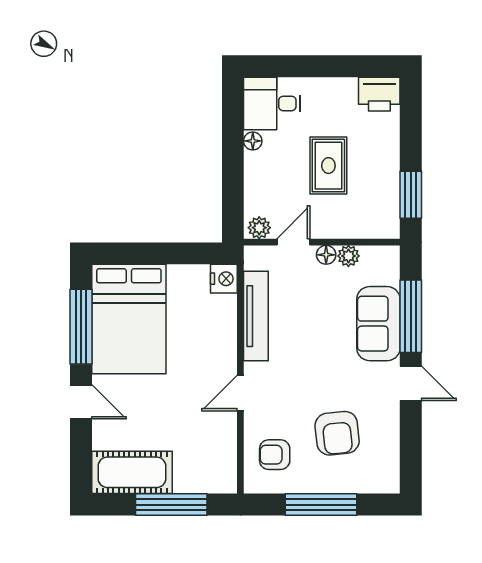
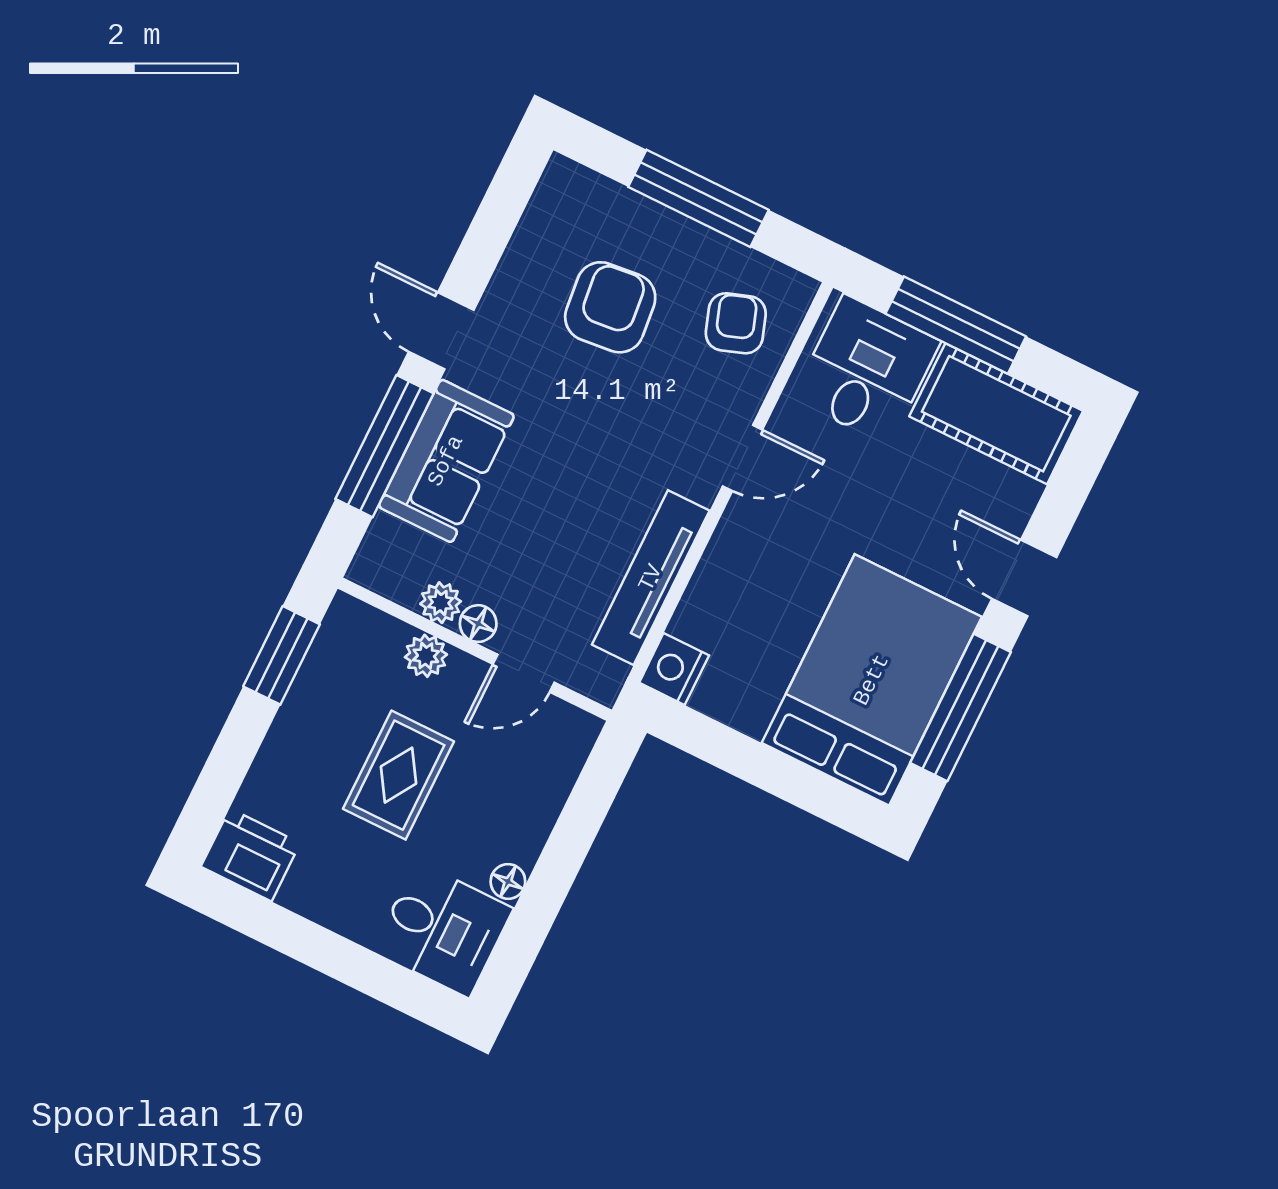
plant: (259, 228) -> (426, 656), moved
armchair: (275, 455) -> (736, 323), turned -109
desk: (203, 463) -> (866, 370), added

